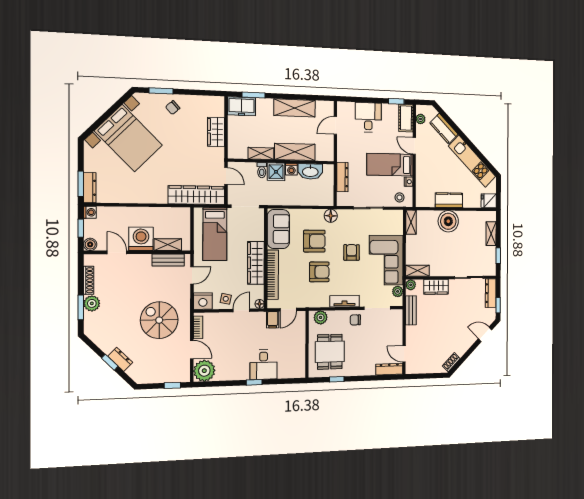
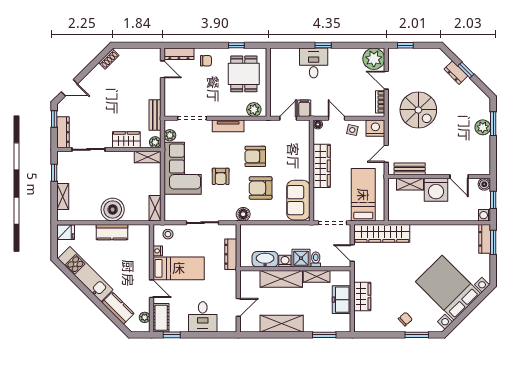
freezer: (242, 106) -> (341, 300), moved, turned -90
bookcase: (273, 275) -> (304, 154), removed
shoe rack: (89, 280) -> (486, 150), removed
door: (241, 310) -> (336, 118), swing flipped
chair: (355, 320) -> (206, 61), moved

